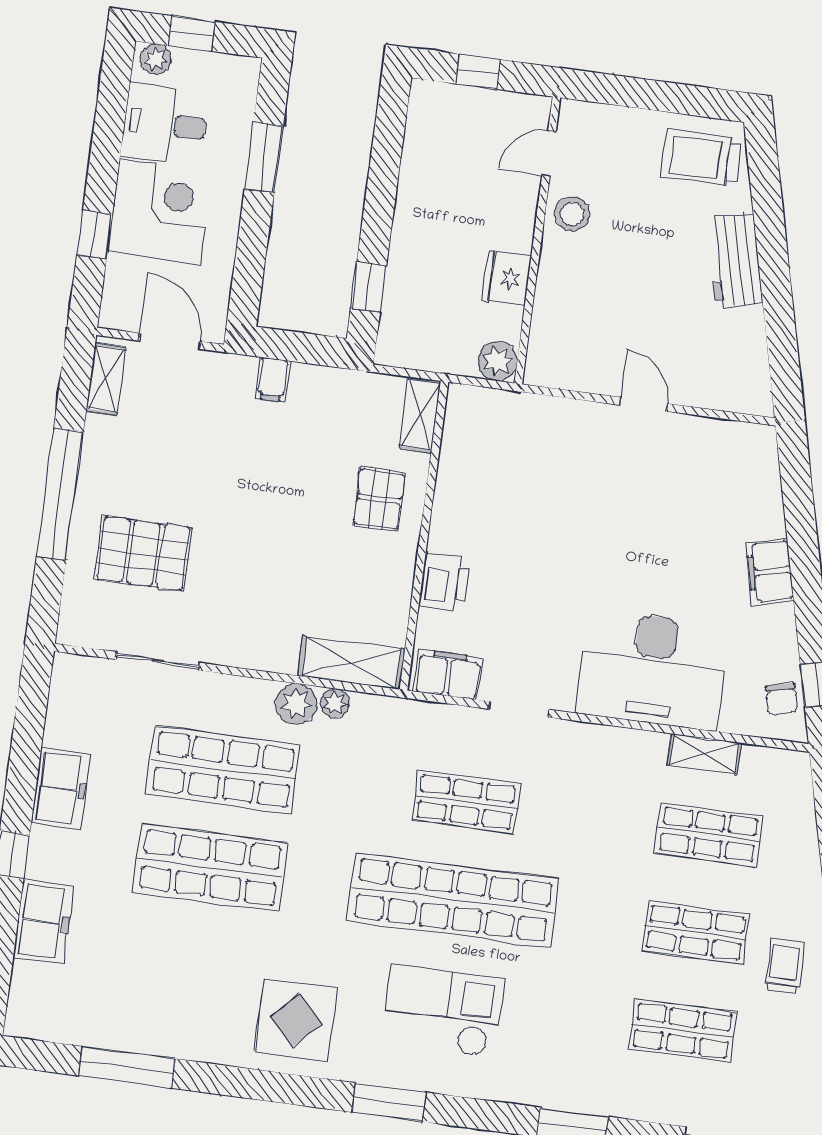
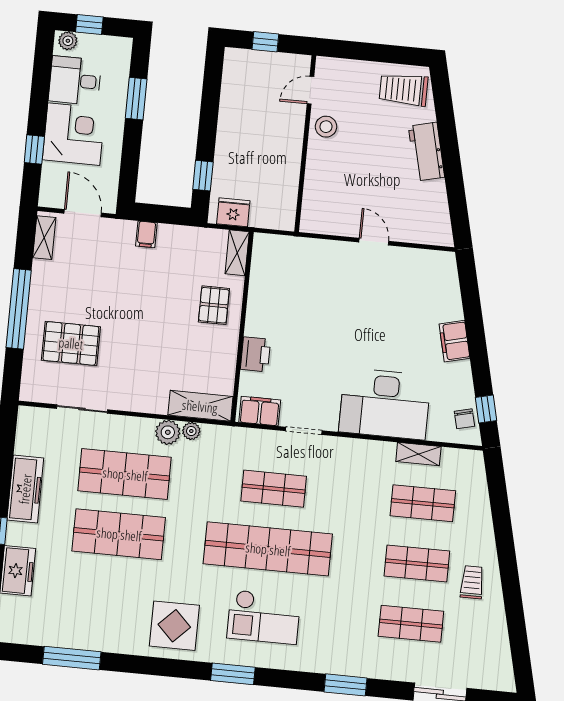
fridge: (507, 278) -> (233, 212), moved, turned 90
plant: (498, 361) -> (283, 218), removed
freezer: (61, 789) -> (25, 489), width x1.40
checkout: (443, 1011) -> (264, 617), turned 180

